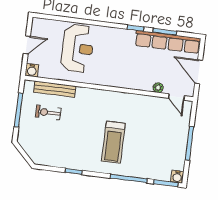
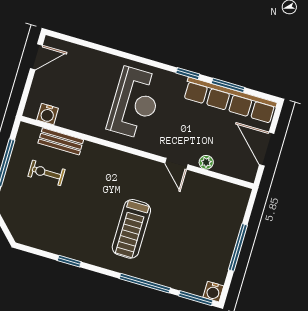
door: (27, 45) -> (36, 57), moved
reception desk: (77, 48) -> (135, 103), moved
water cooler: (32, 70) -> (48, 114), moved
bench: (55, 89) -> (61, 141), width x0.73
door: (176, 97) -> (176, 164), moved

